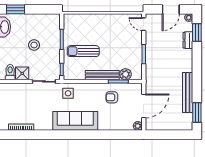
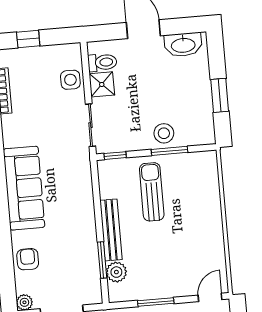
window: (15, 9) -> (220, 95), moved
stool: (34, 45) -> (164, 133), moved
side table: (68, 93) -> (70, 80), moved
armchair: (112, 97) -> (28, 259), moved

